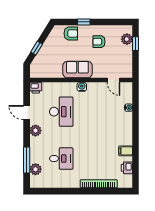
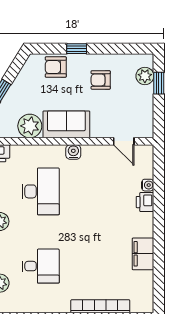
armchair: (71, 33) -> (56, 67), turned 180
plant: (54, 71) -> (30, 126), added
filing cabinet: (126, 151) -> (143, 254), width x2.00
printer: (127, 168) -> (145, 202), moved

